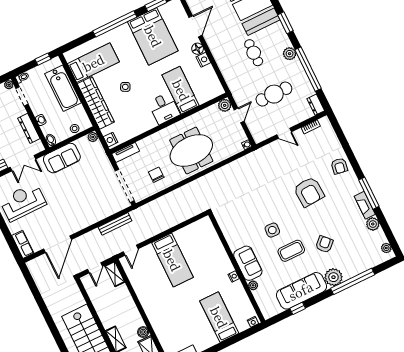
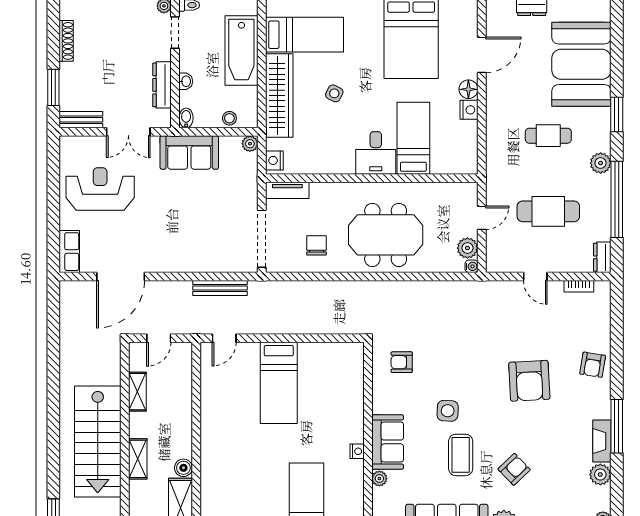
cafe table: (254, 53) -> (548, 136), turned 90
plant: (225, 105) -> (467, 248), moved
armchair: (234, 216) -> (402, 362), added
coffee table: (291, 251) -> (461, 455), turned 90
shelving: (115, 274) -> (137, 392), moved

